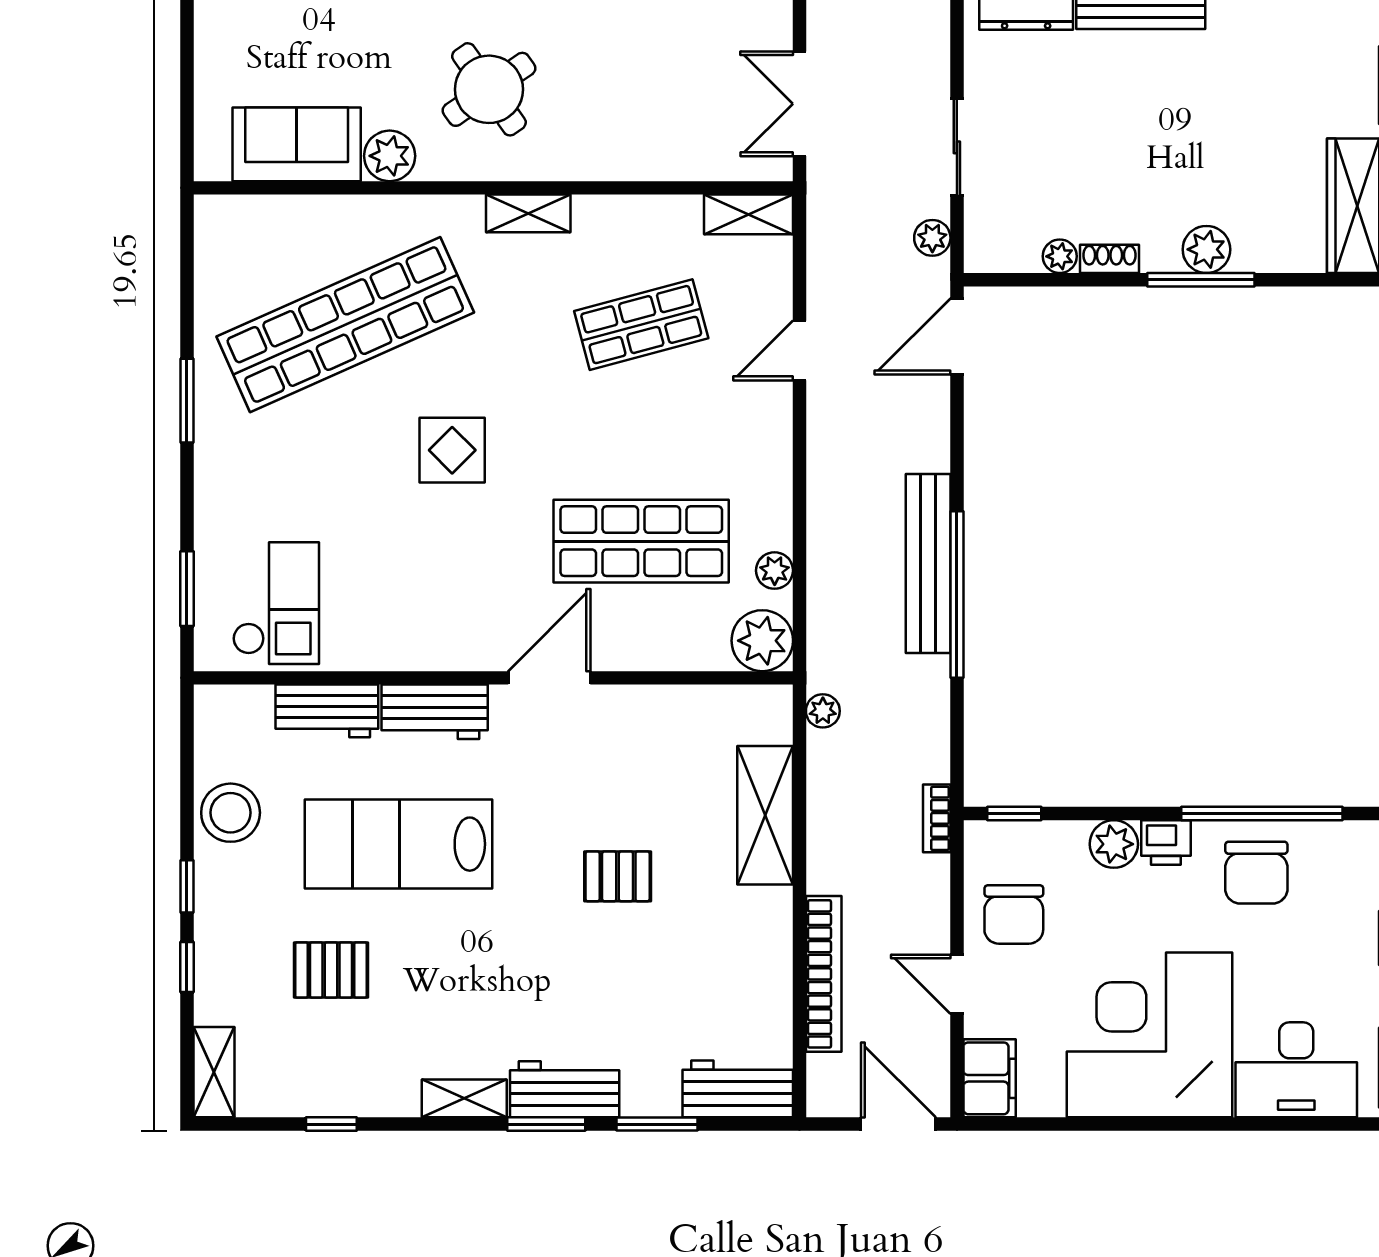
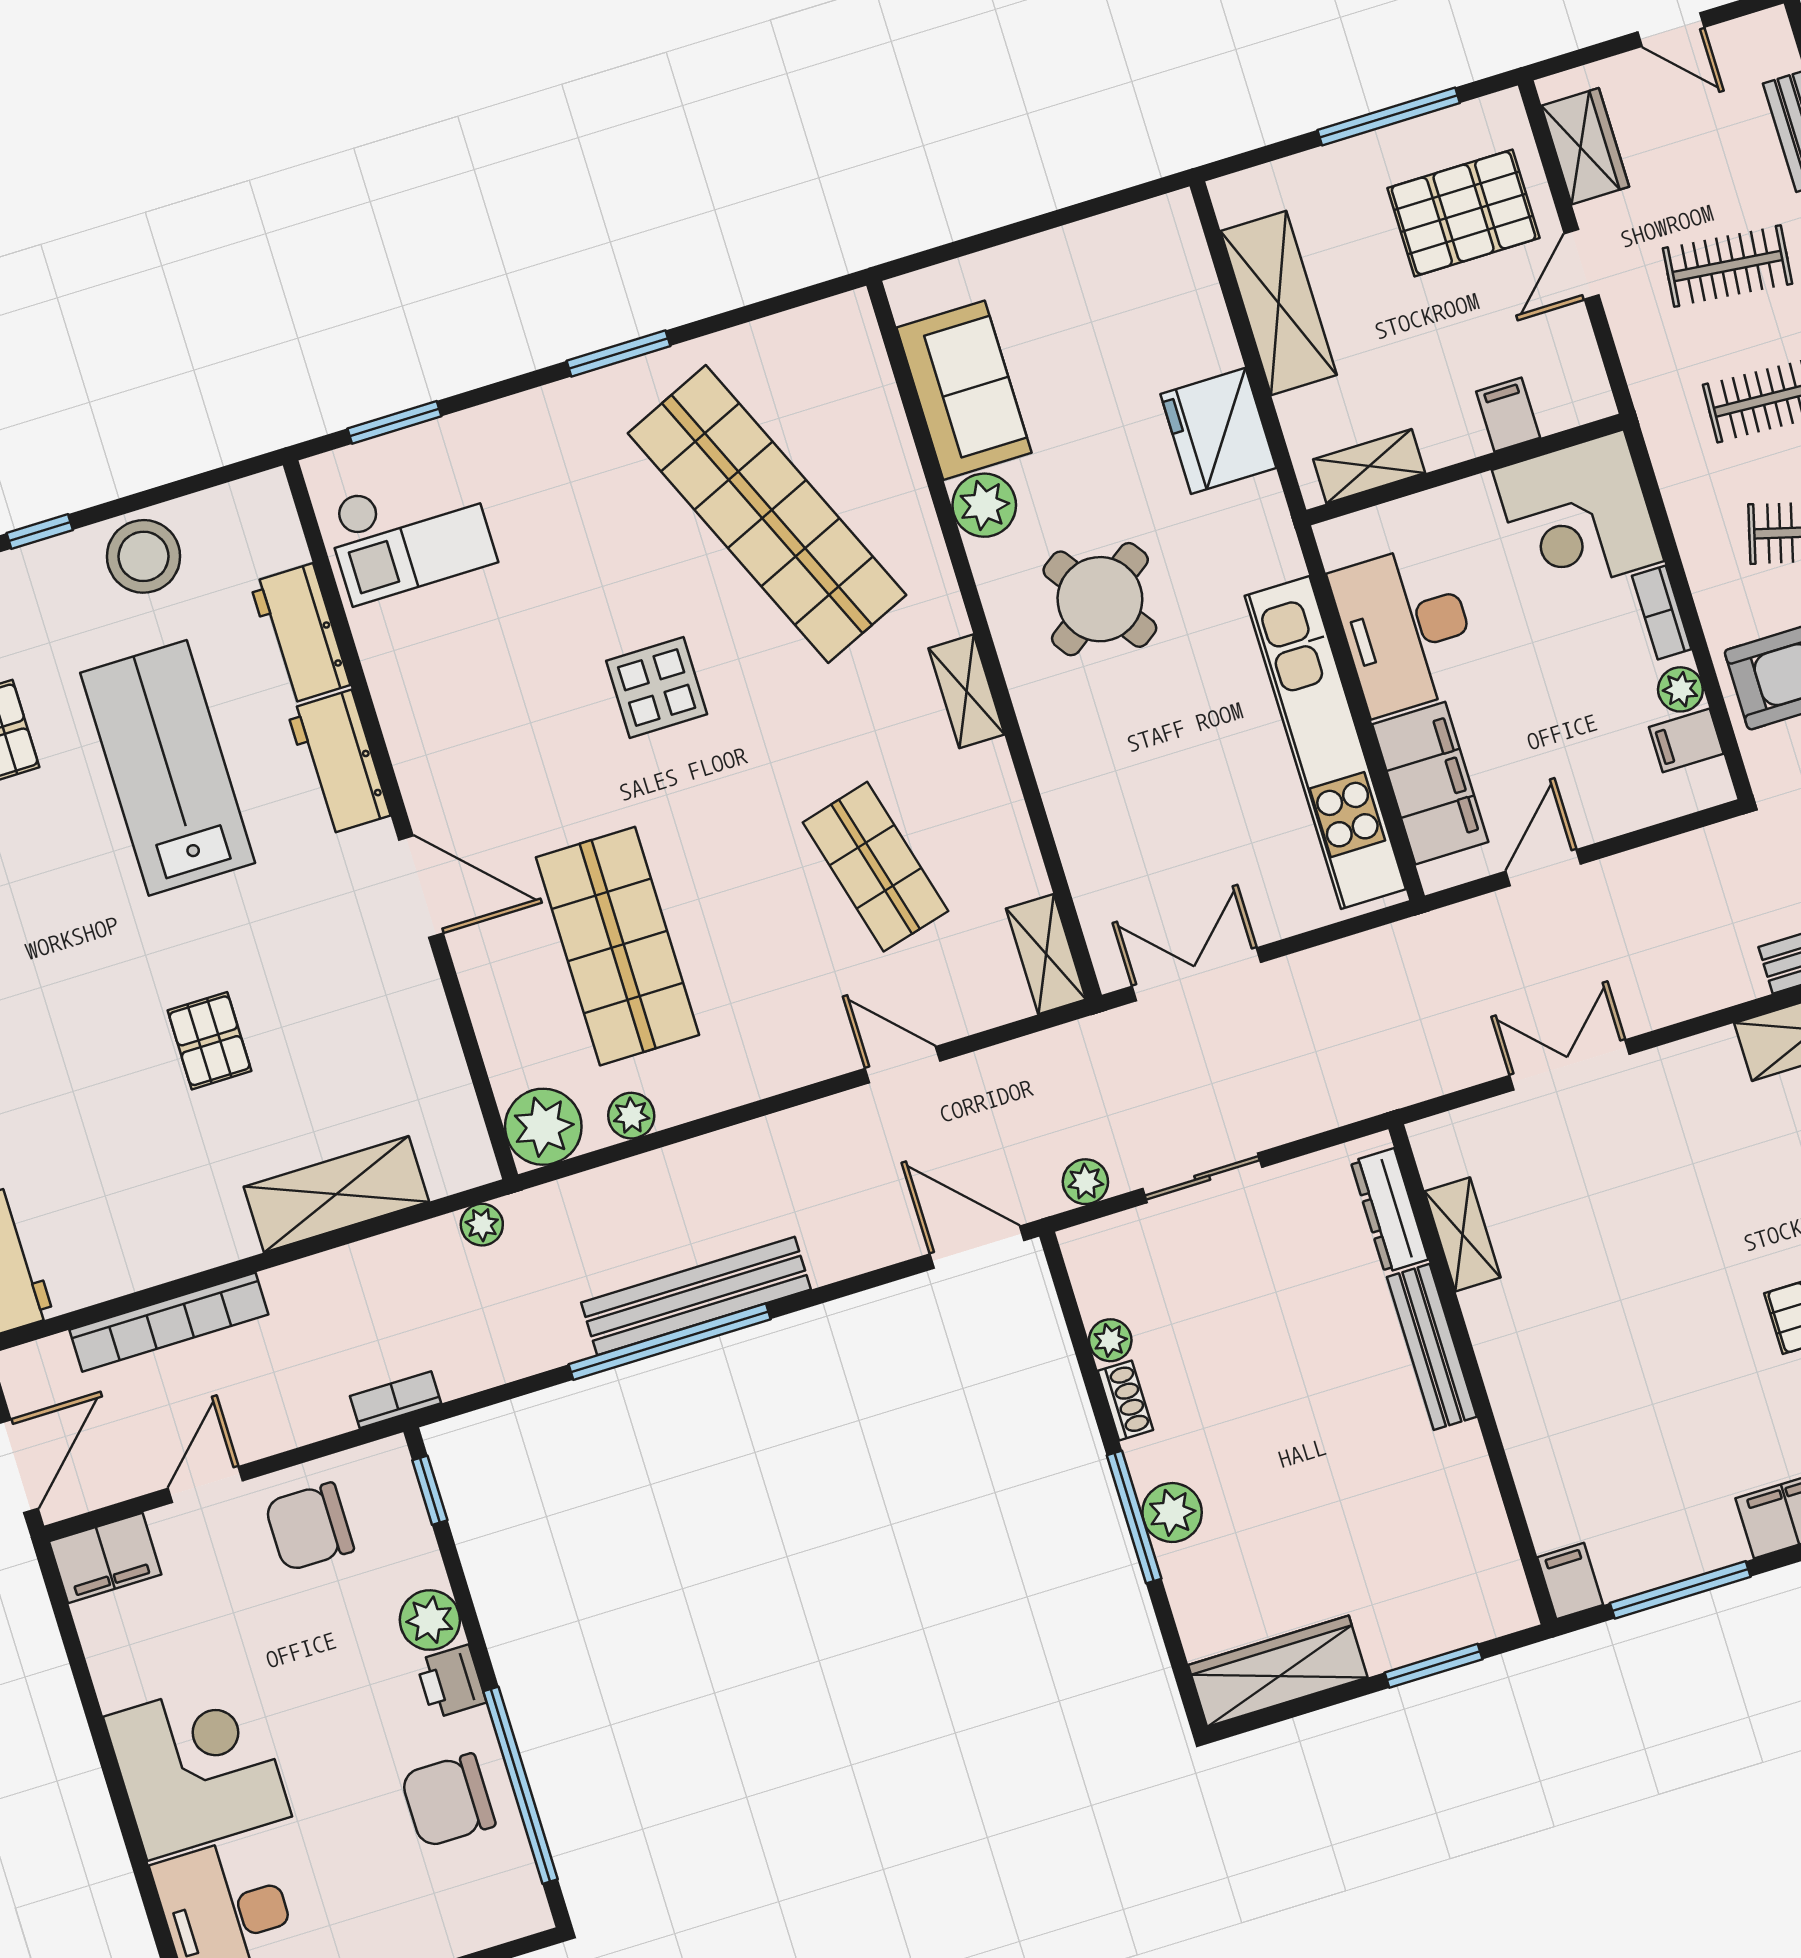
corner desk: (1150, 1035) -> (197, 1767), width x0.74, depth x0.74

